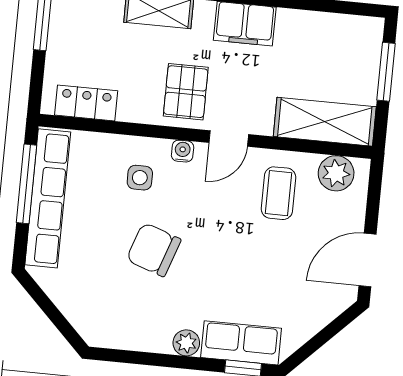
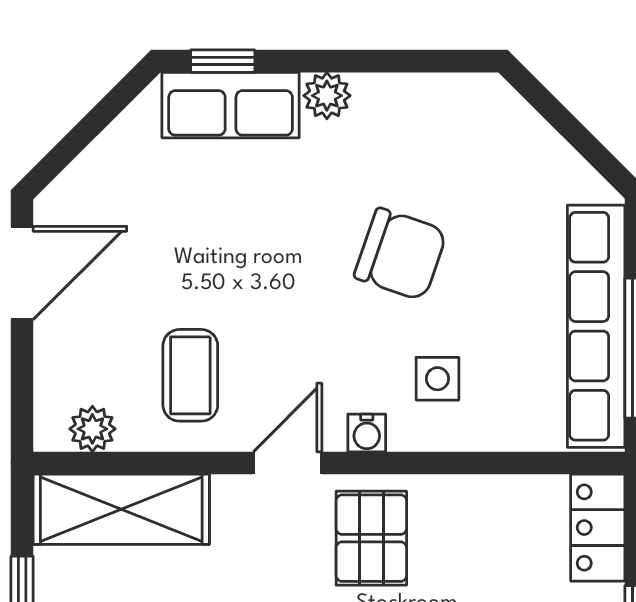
locker: (86, 103) -> (598, 528), moved, turned 90
plant: (336, 173) -> (92, 429), width x0.73, depth x0.73

